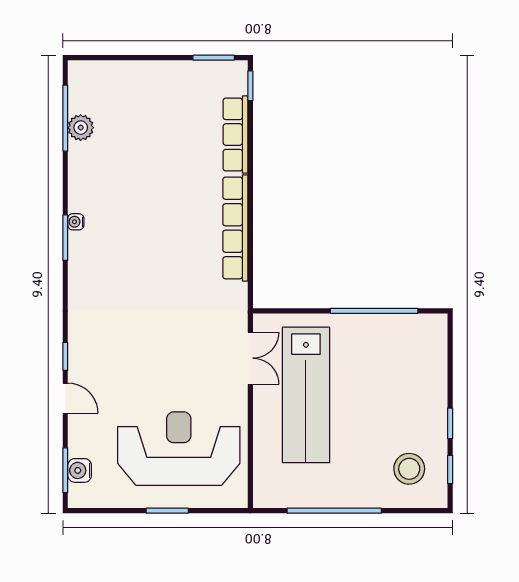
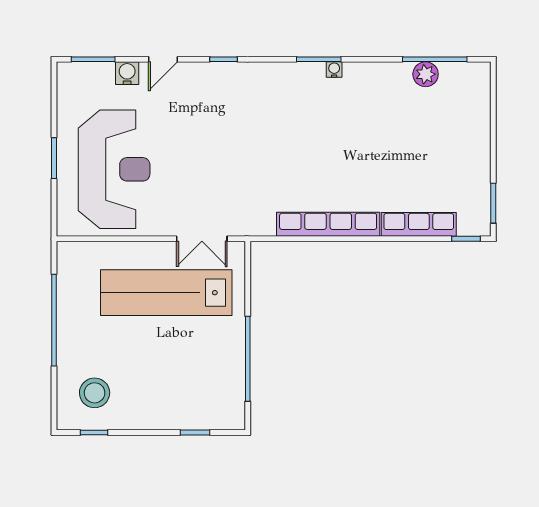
window: (65, 356) -> (224, 59), moved
window: (450, 423) -> (195, 433), moved
water cooler: (80, 470) -> (127, 73), moved

